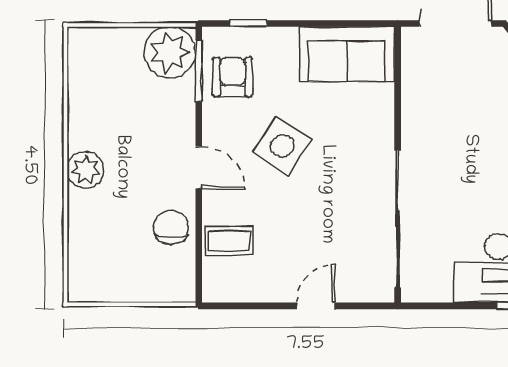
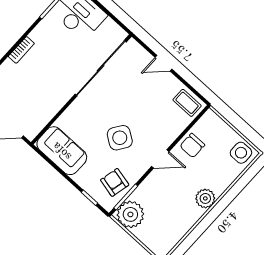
armchair: (233, 77) -> (115, 182), turned 103
door: (199, 168) -> (160, 159), swing flipped
coffee table: (229, 241) -> (187, 103), moved
side table: (94, 279) -> (241, 153), added

